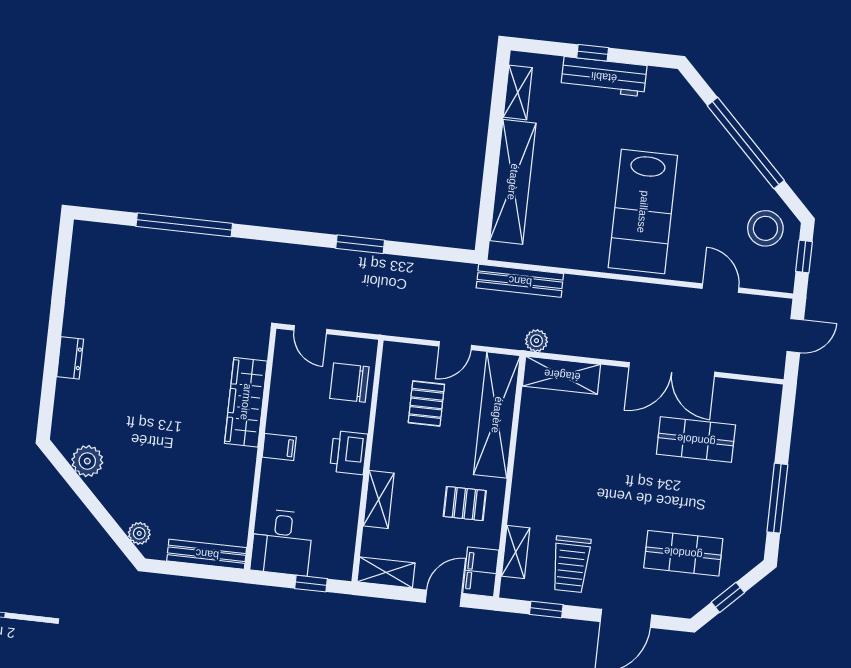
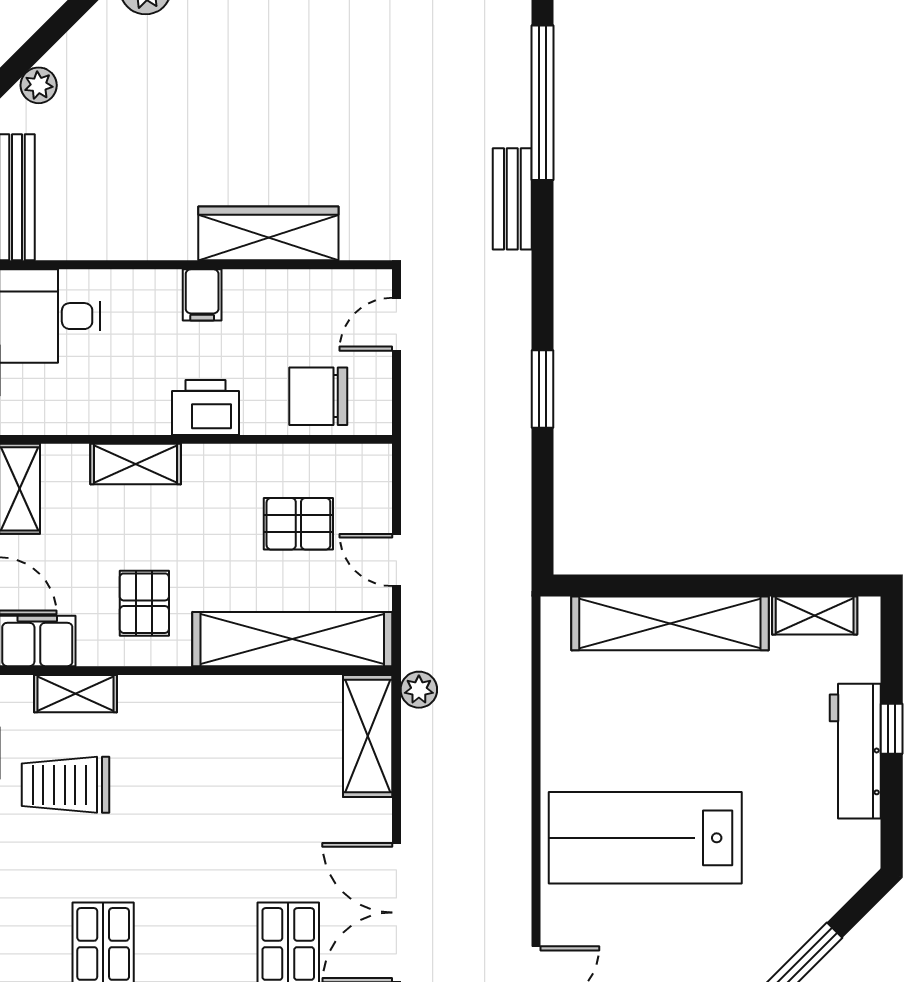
bench: (520, 281) -> (512, 199), moved, width x0.73
chair: (349, 383) -> (318, 396), turned -90

